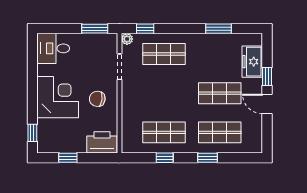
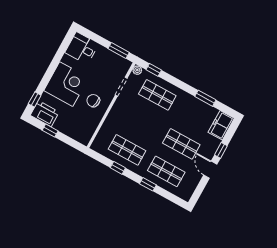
freezer: (252, 62) -> (221, 125), moved
printer: (102, 142) -> (45, 114), moved

